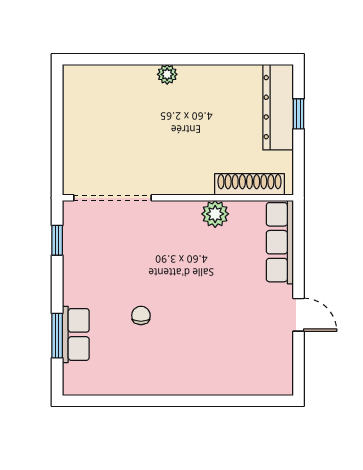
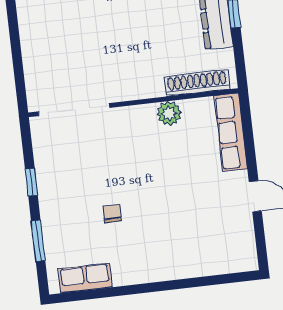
window: (57, 240) -> (31, 182), moved
row of seats: (76, 334) -> (85, 278), moved, turned -90

